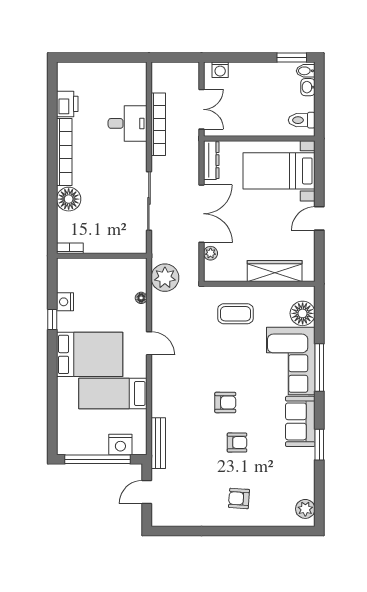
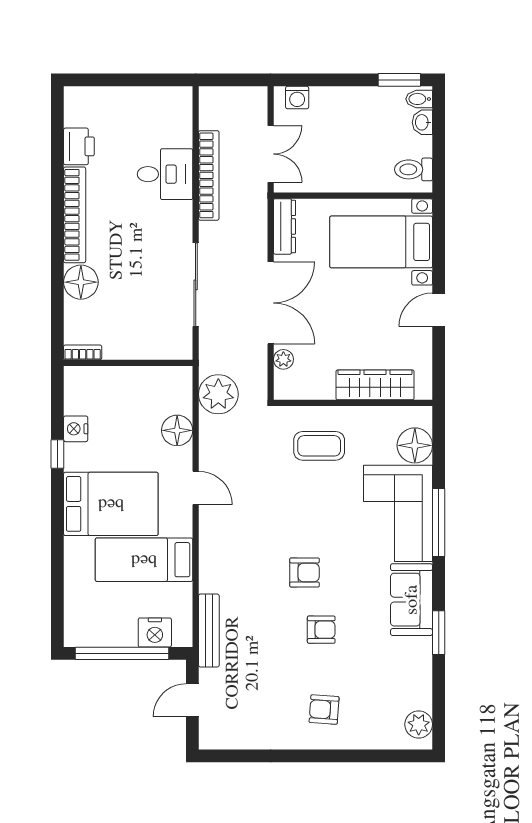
floor lamp: (141, 298) -> (177, 430), width x1.89, depth x1.89

